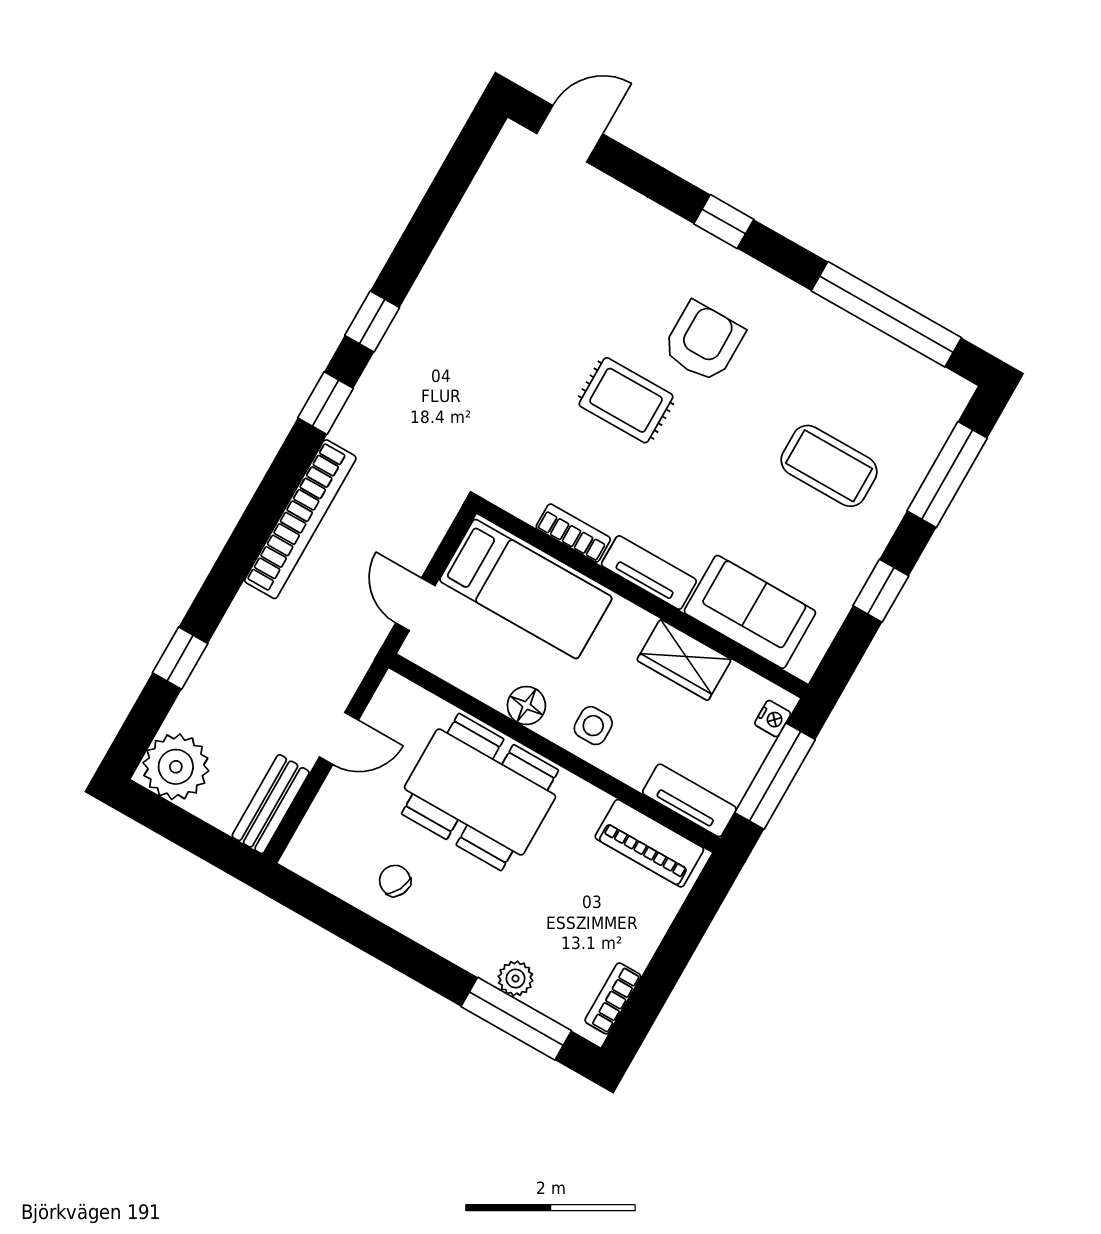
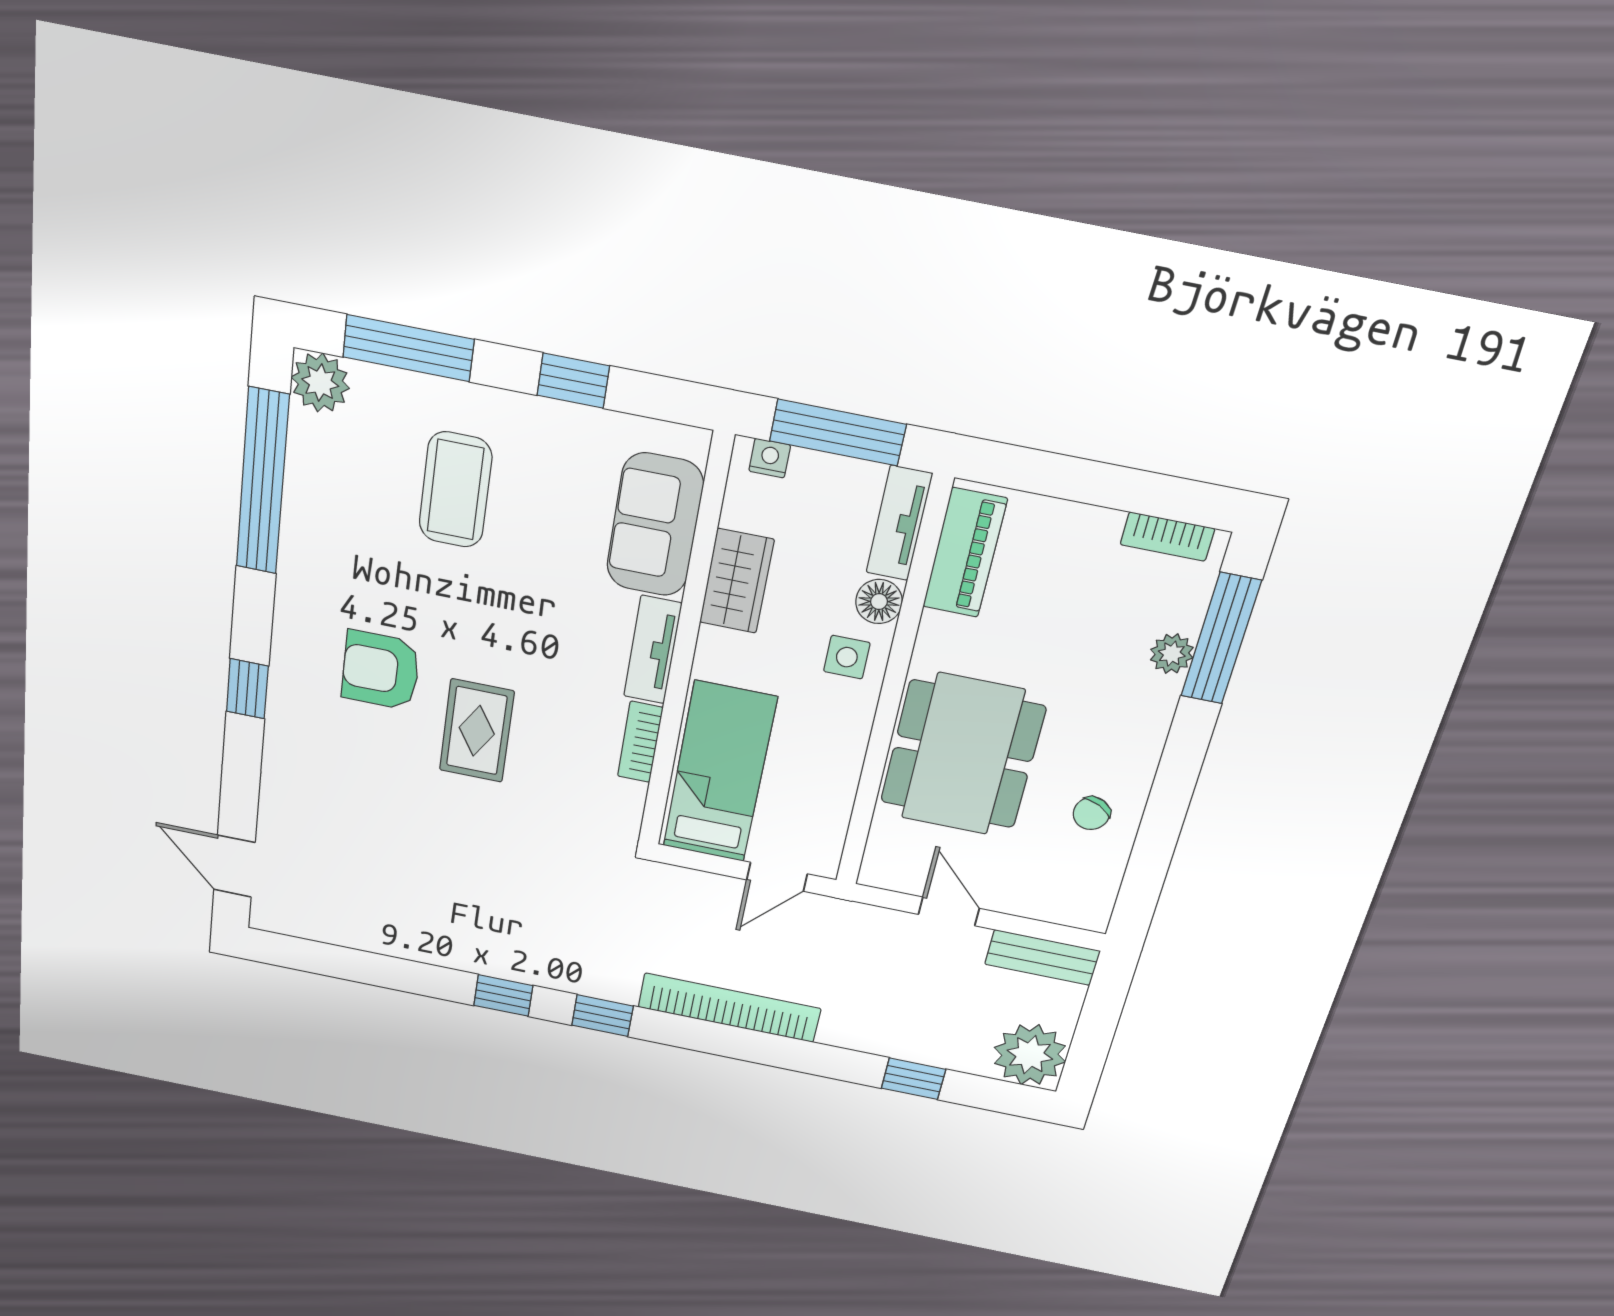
plant: (945, 395) -> (320, 383), added
floor lamp: (526, 706) -> (879, 602), moved

